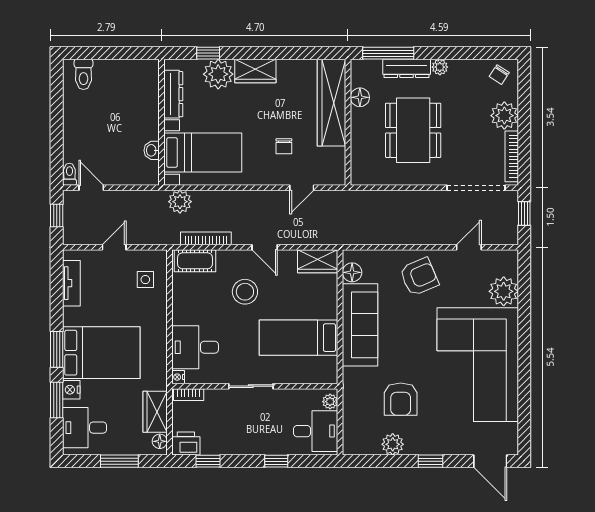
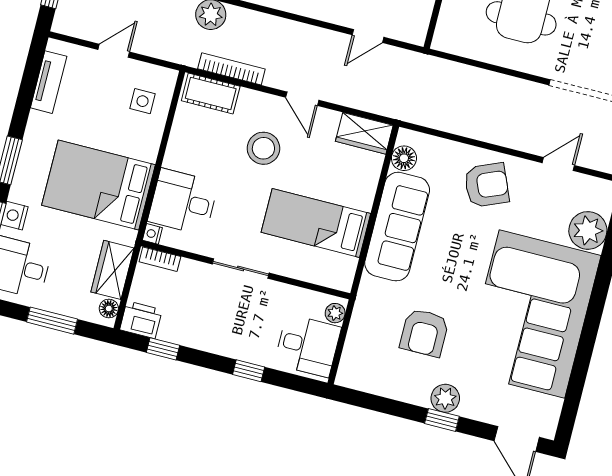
bed: (101, 353) -> (98, 185), moved, turned 180
plant: (393, 444) -> (445, 398), moved

